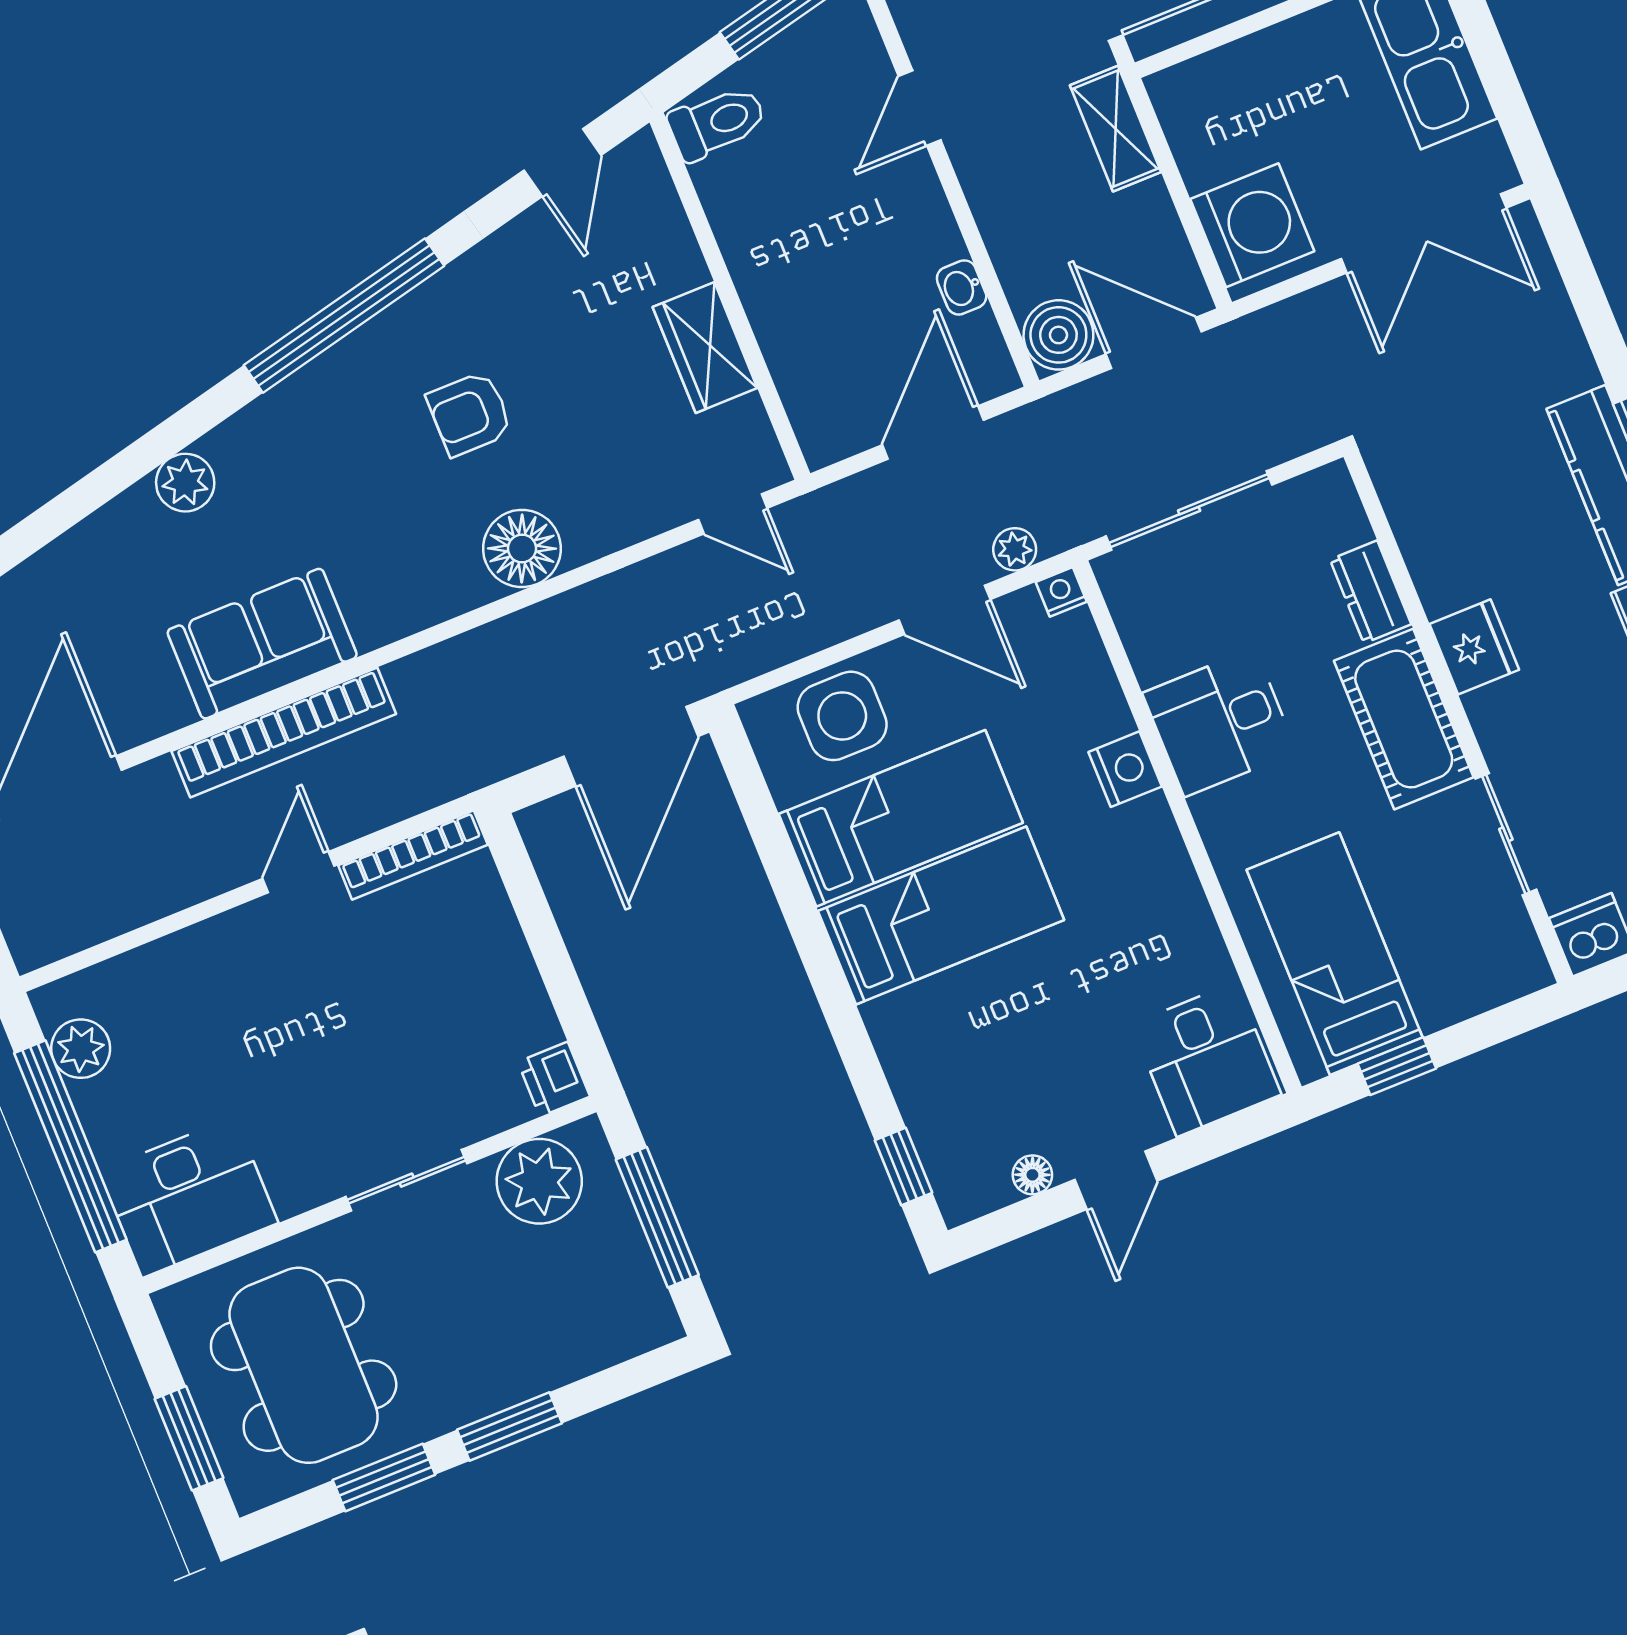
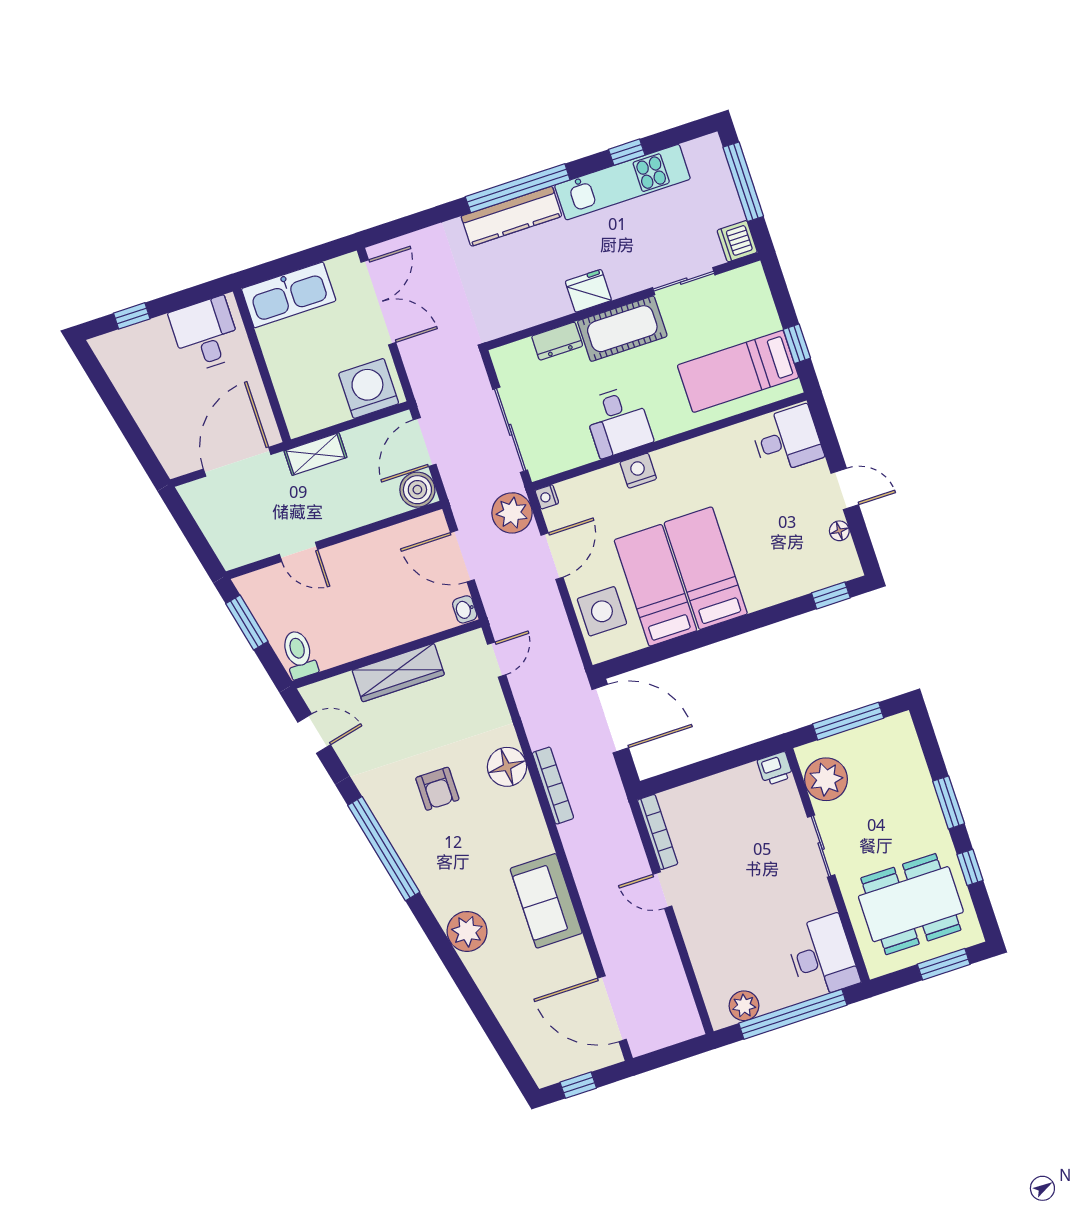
washbasin: (962, 287) -> (465, 609), moved, turned 90
wardrobe: (705, 348) -> (398, 673), width x1.50
plant: (185, 483) -> (467, 931), width x1.36, depth x1.36
plant: (1015, 549) -> (512, 513), width x1.87, depth x1.87
bookcase: (284, 732) -> (553, 786), moved, width x0.68, depth x0.76
window: (384, 1477) -> (970, 867), width x0.67

